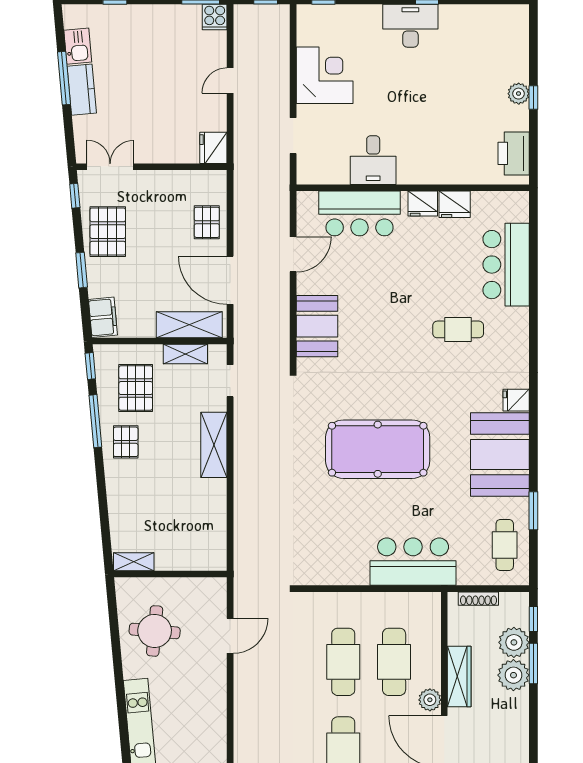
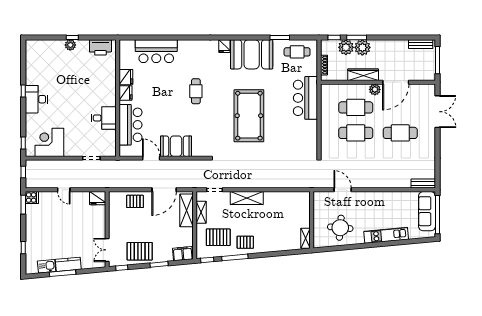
corner desk: (325, 75) -> (49, 142), moved
booth: (317, 326) -> (176, 146), moved
cafe table: (458, 329) -> (196, 91), moved

